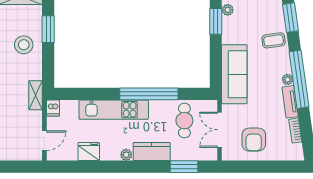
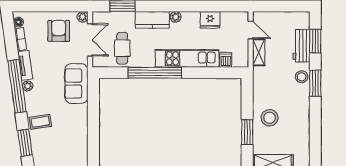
plant: (228, 10) -> (83, 17), moved
window: (216, 21) -> (93, 139), removed
sofa: (234, 74) -> (76, 84), width x0.73
shelving: (36, 95) -> (259, 52), moved
dishwasher: (53, 108) -> (226, 60), moved
door: (44, 141) -> (251, 30), swing flipped
floor lamp: (297, 149) -> (18, 22), added

